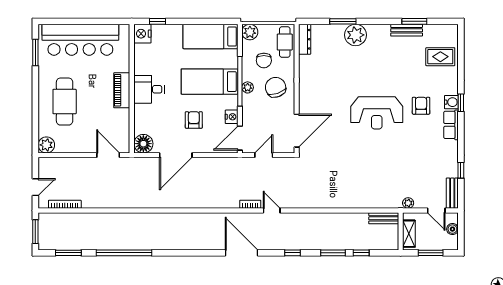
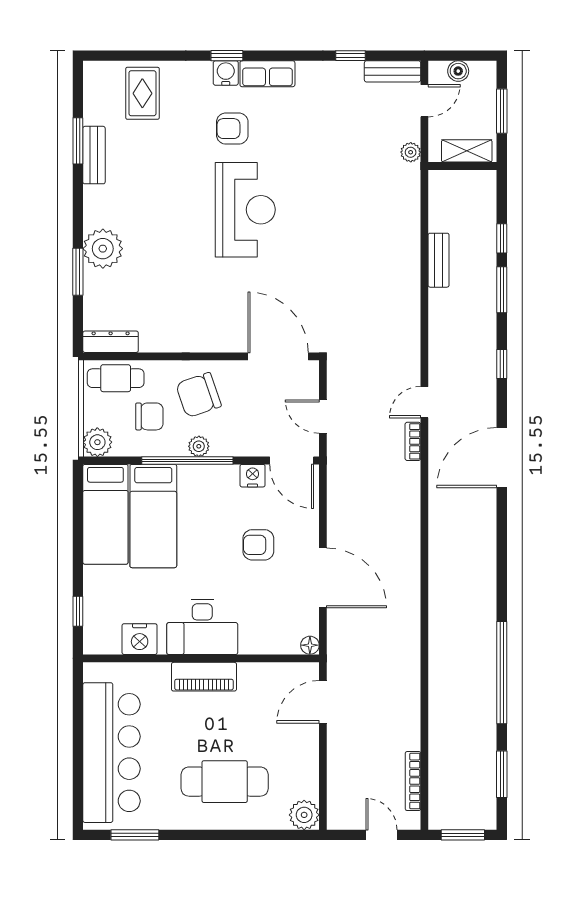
nightstand: (142, 34) -> (140, 639), moved
bed: (210, 82) -> (153, 516), moved
desk: (149, 89) -> (202, 627), width x1.37
floor lamp: (143, 144) -> (310, 645), width x0.53, depth x0.53
bench: (384, 218) -> (439, 260), moved

